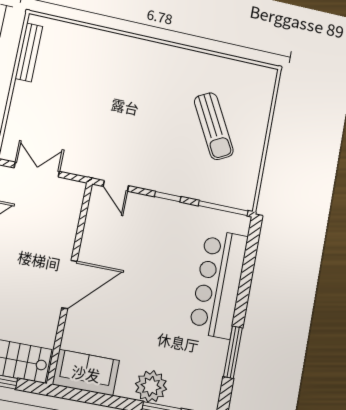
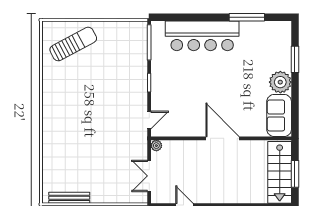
sun lounger: (214, 126) -> (73, 44), moved
plant: (78, 189) -> (156, 146), added
plant: (151, 386) -> (280, 82), moved

